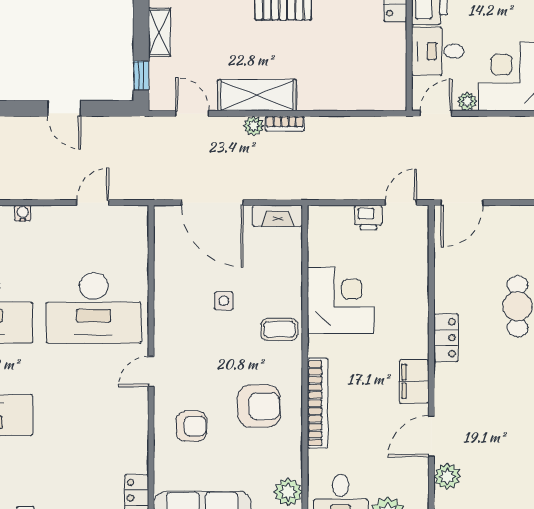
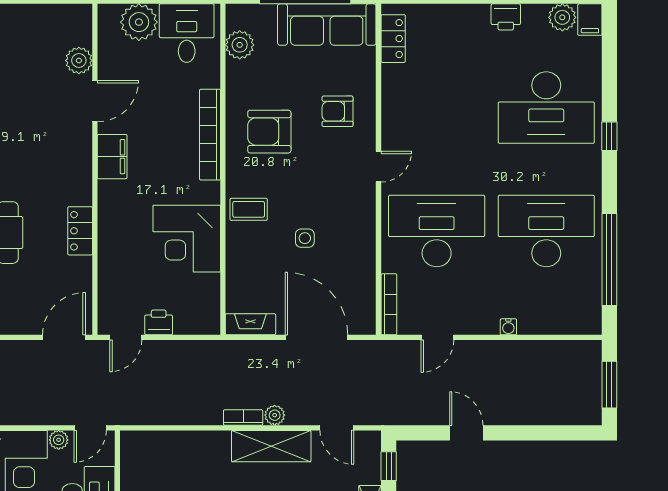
bookcase: (141, 235) -> (389, 304), added
locker: (446, 338) -> (80, 231), moved

